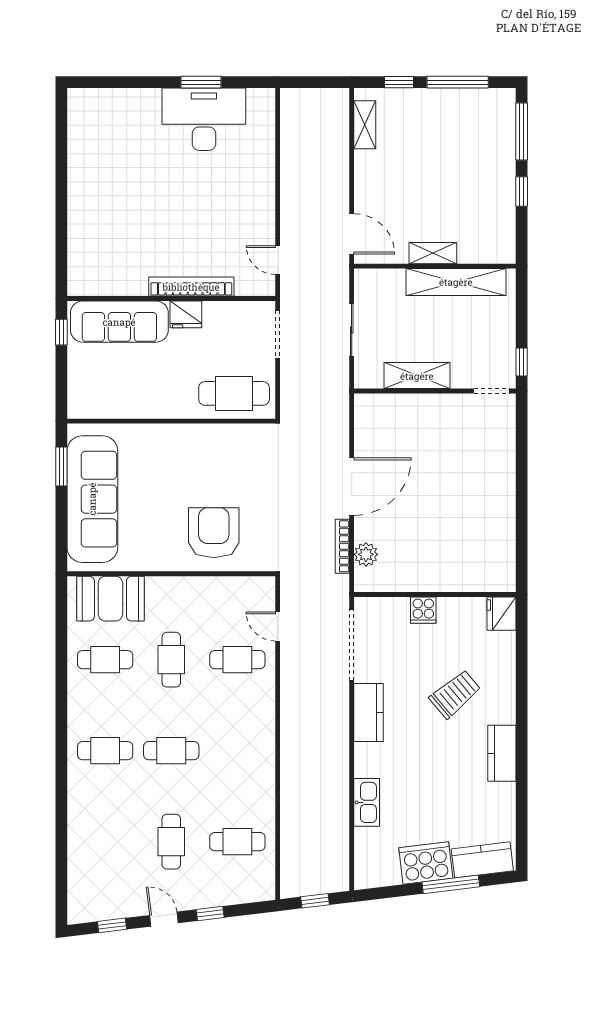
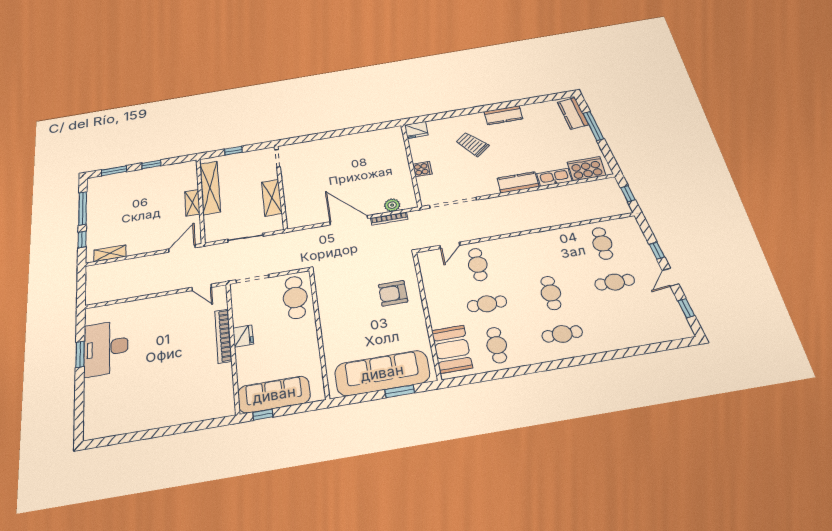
window: (522, 131) -> (114, 171), width x0.69
door: (278, 260) -> (202, 287), hinge flipped
sofa: (119, 322) -> (274, 395), moved, turned -90
window: (522, 362) -> (233, 151), moved
window: (61, 466) -> (400, 391), moved
armchair: (214, 533) -> (393, 293), width x0.73, depth x0.73
kitchen counter: (369, 713) -> (518, 182), moved
cafe table: (105, 751) -> (562, 334), turned 90
cooker: (426, 863) -> (587, 169), moved, turned 97

